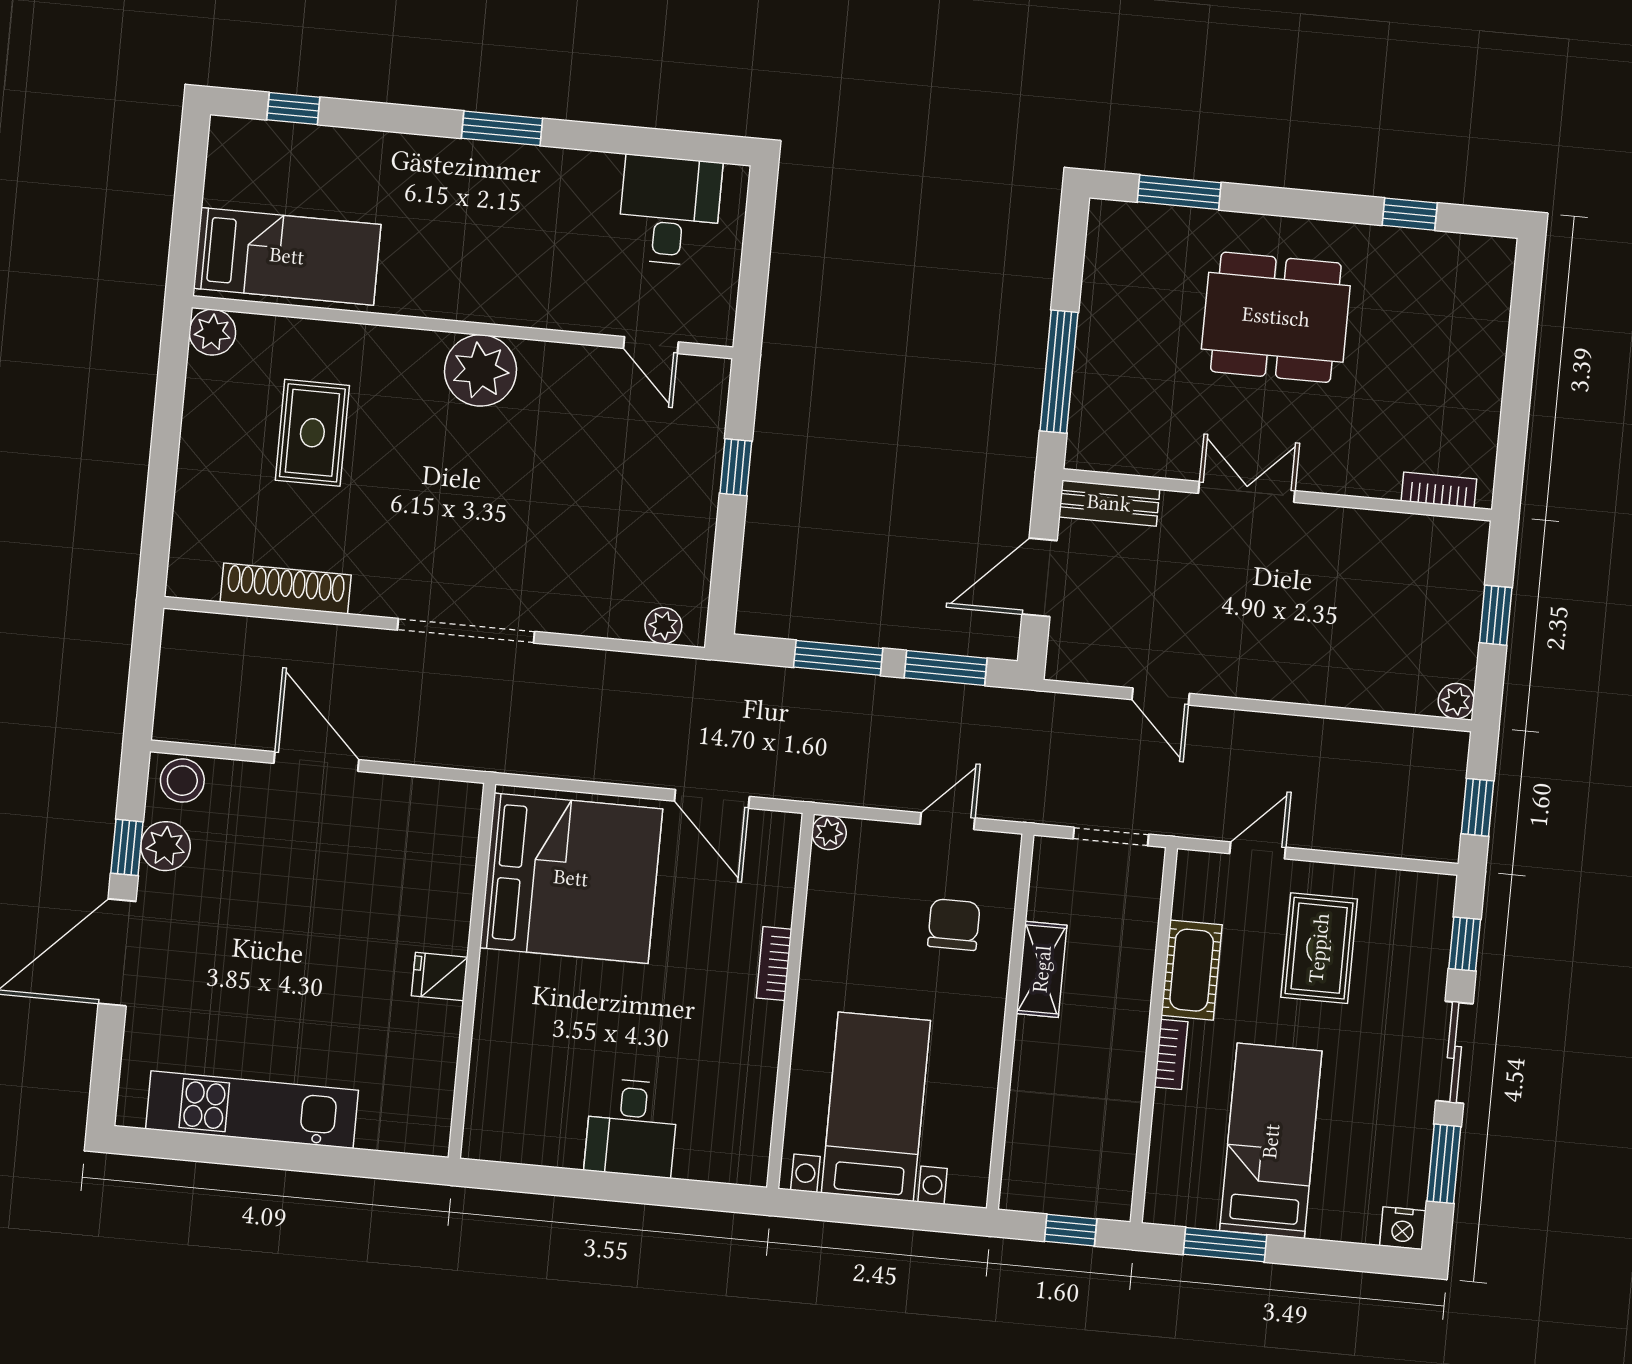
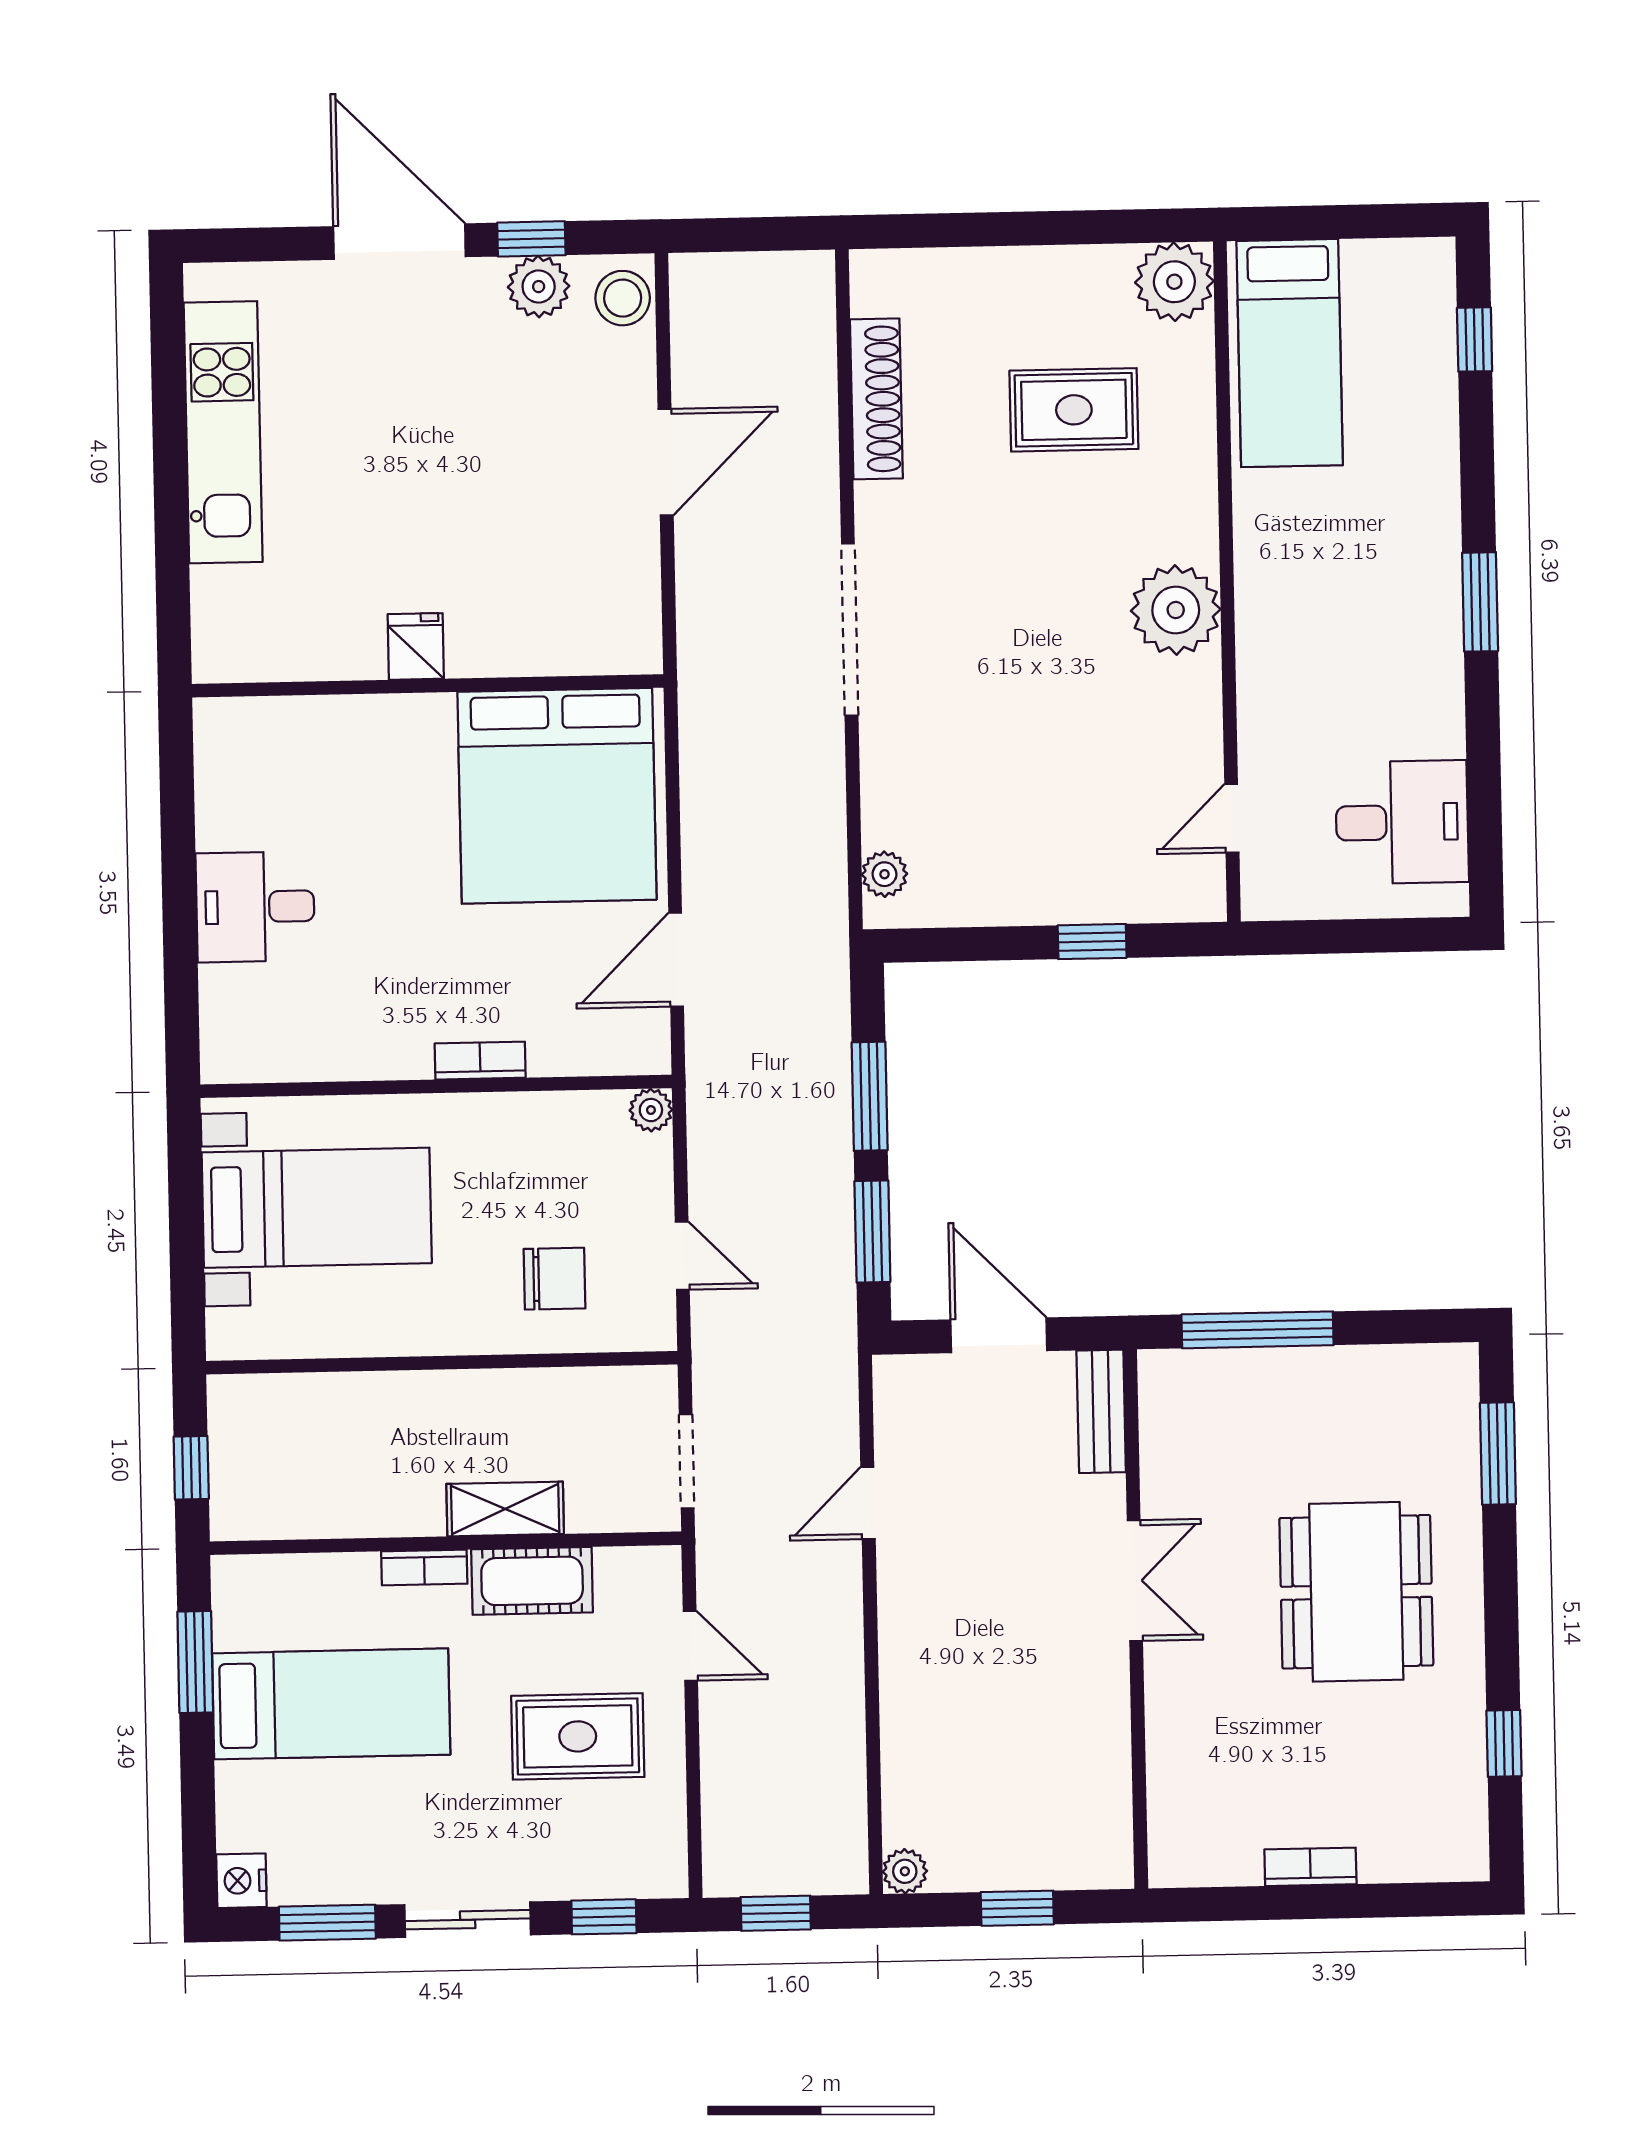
plant: (212, 332) -> (1174, 282), width x1.36, depth x1.36
bookcase: (1439, 490) -> (1310, 1867), moved, turned -90
shelving: (1042, 969) -> (505, 1509), moved

